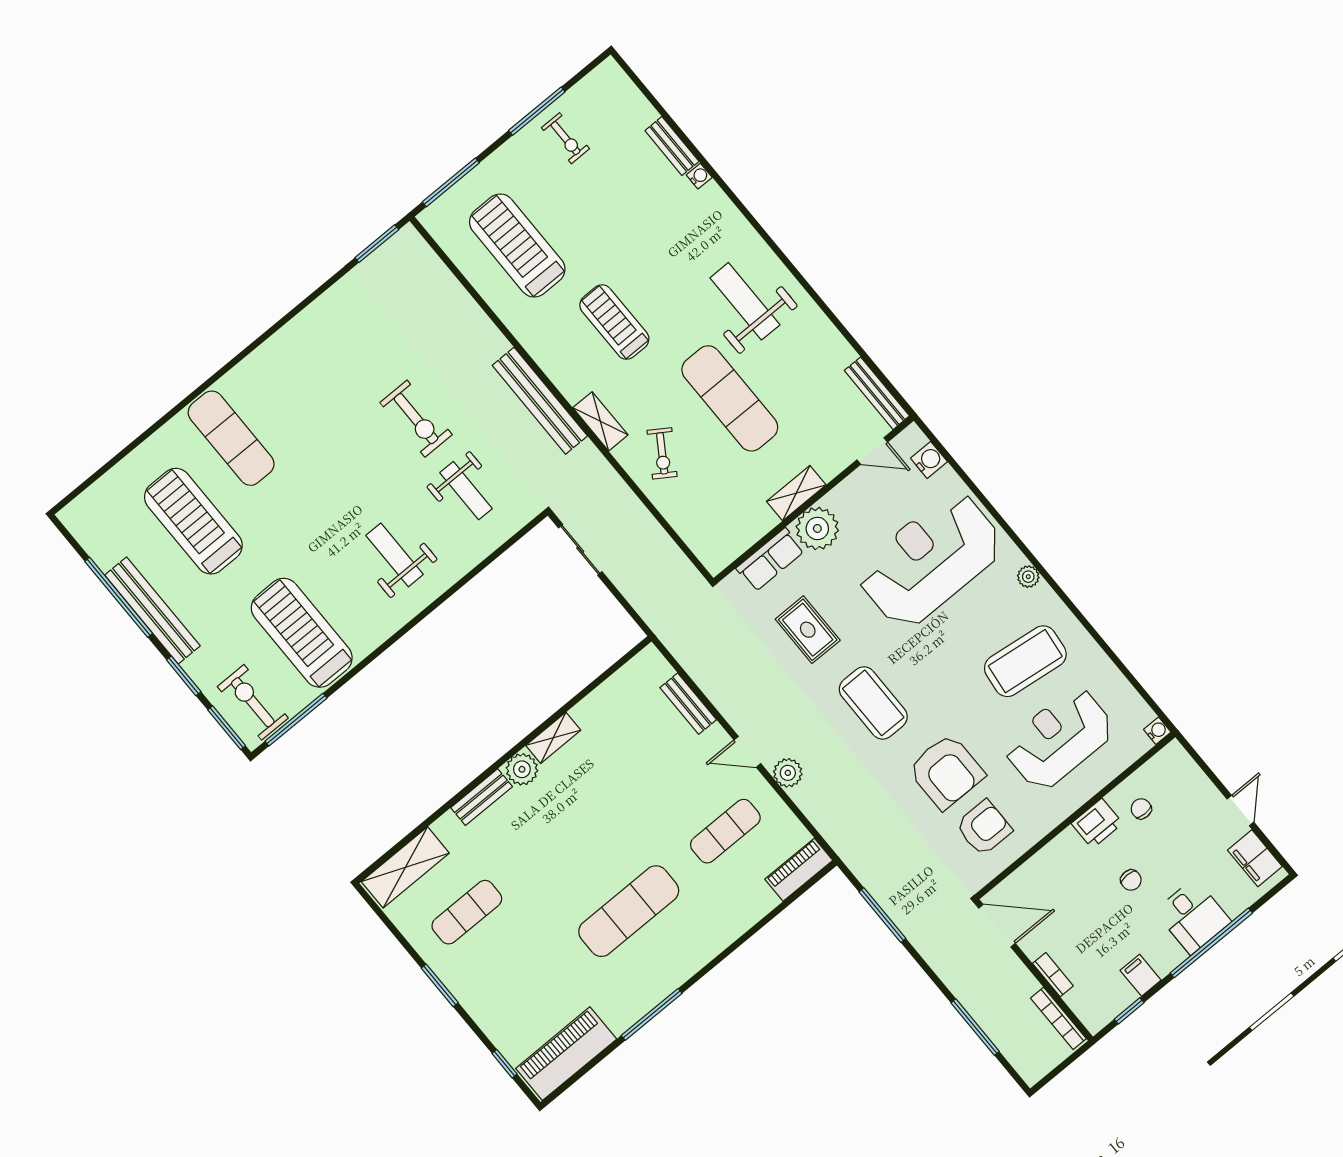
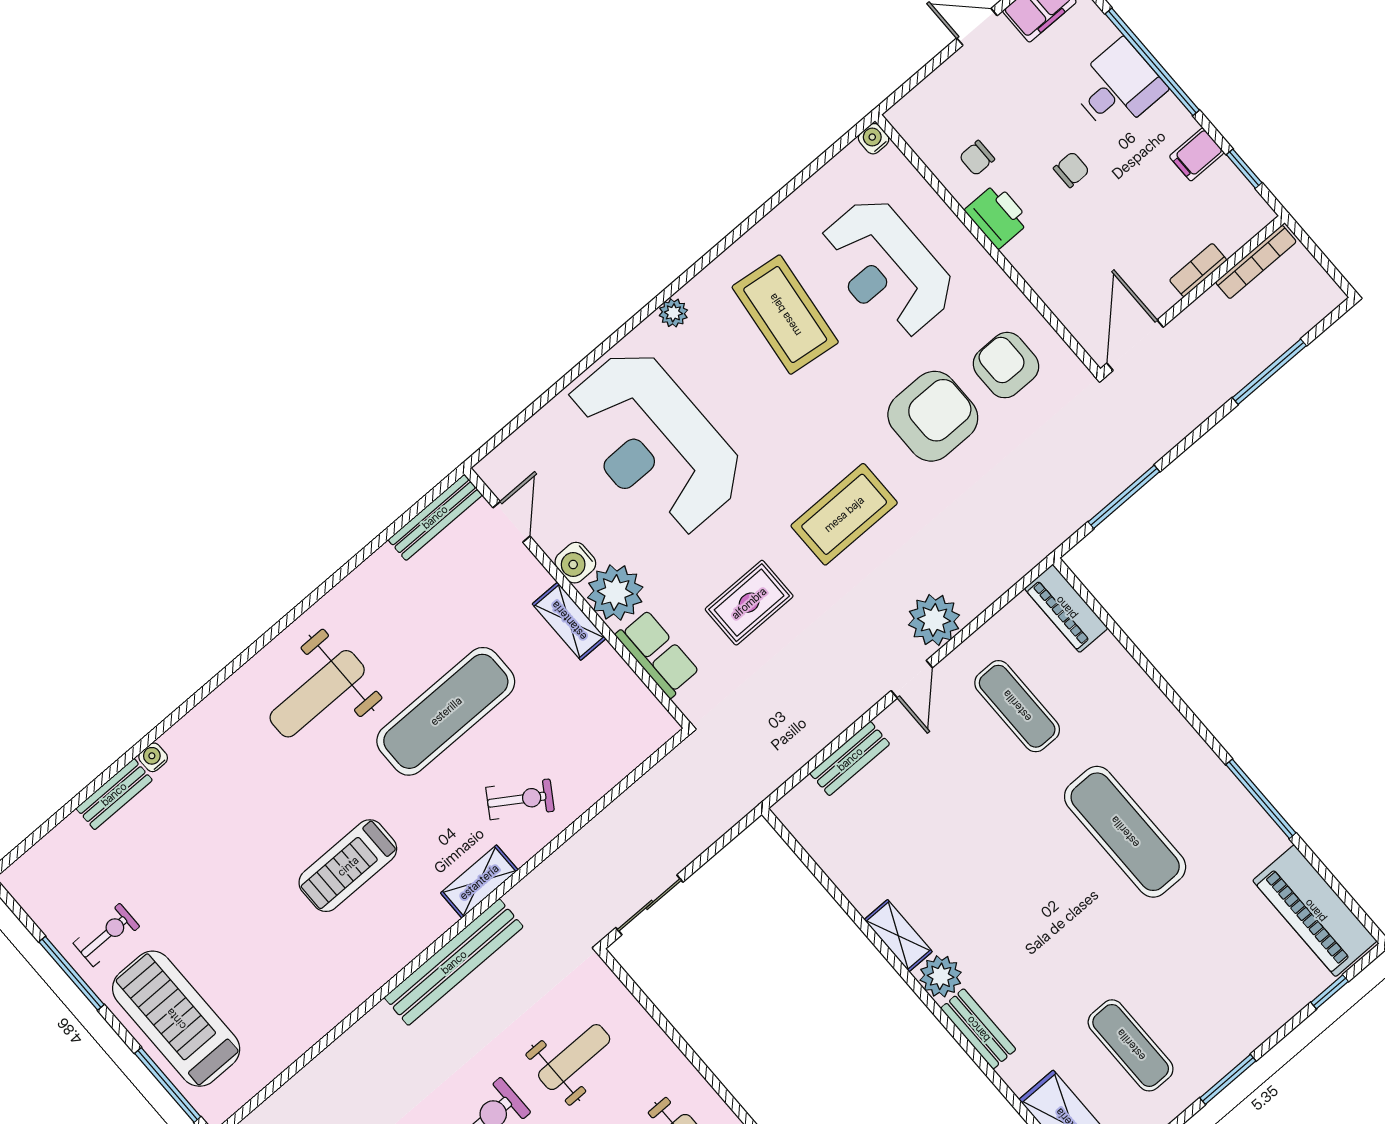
treadmill: (517, 246) -> (176, 1019), moved, turned 90
water cooler: (929, 460) -> (575, 563), moved, turned -90
plant: (788, 773) -> (934, 620), width x1.36, depth x1.36

